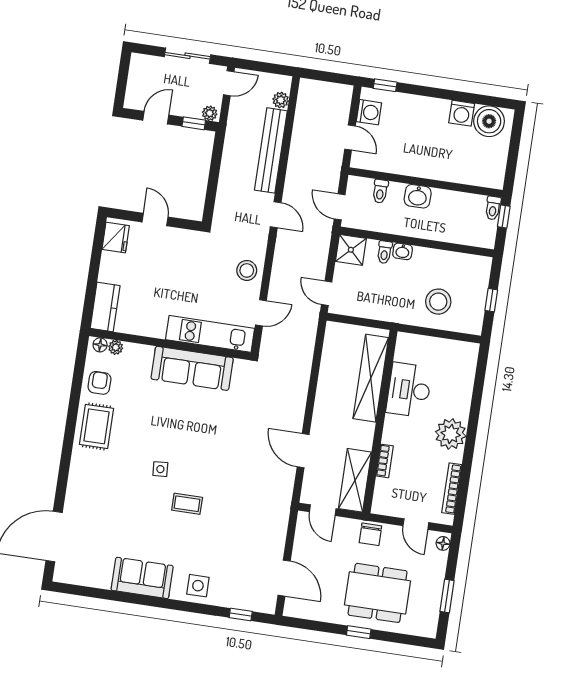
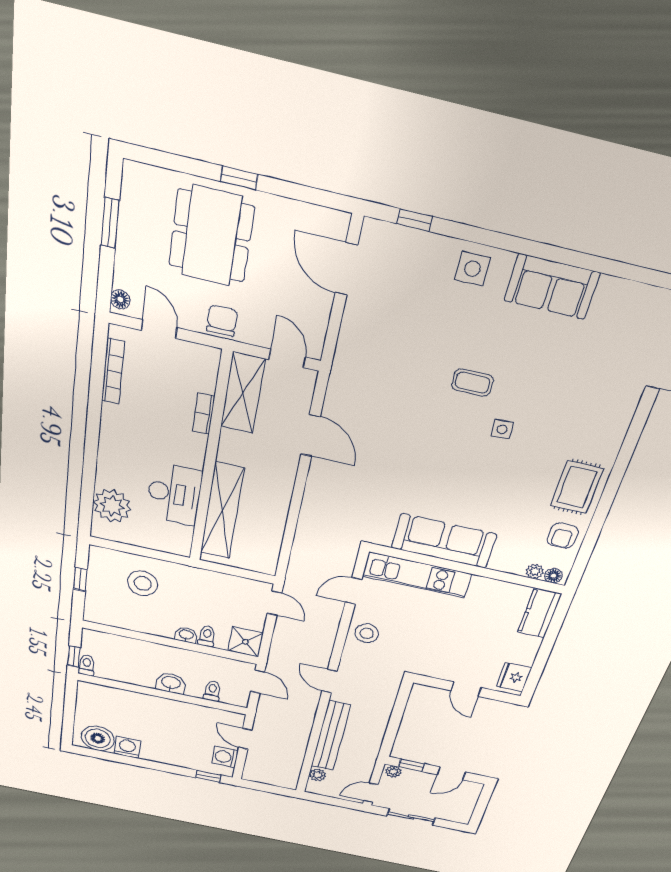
plant: (451, 434) -> (112, 506), moved
dining table: (378, 593) -> (211, 236), turned 90

